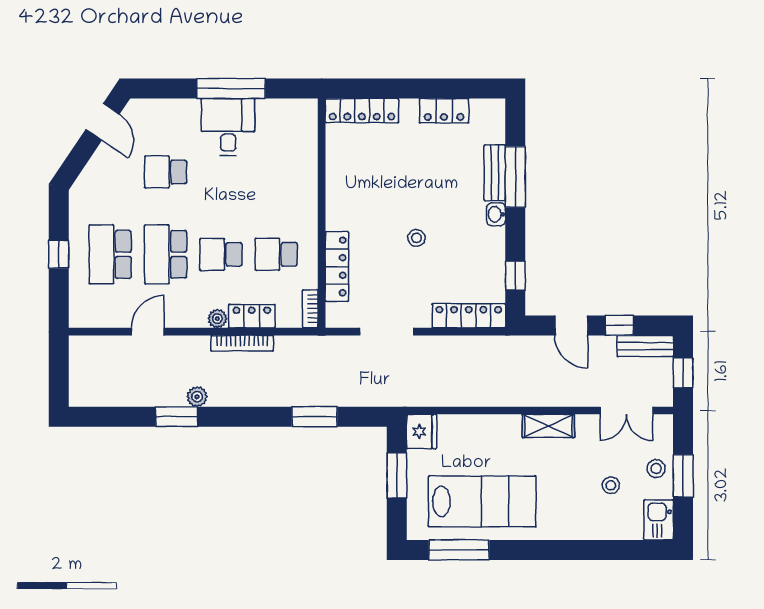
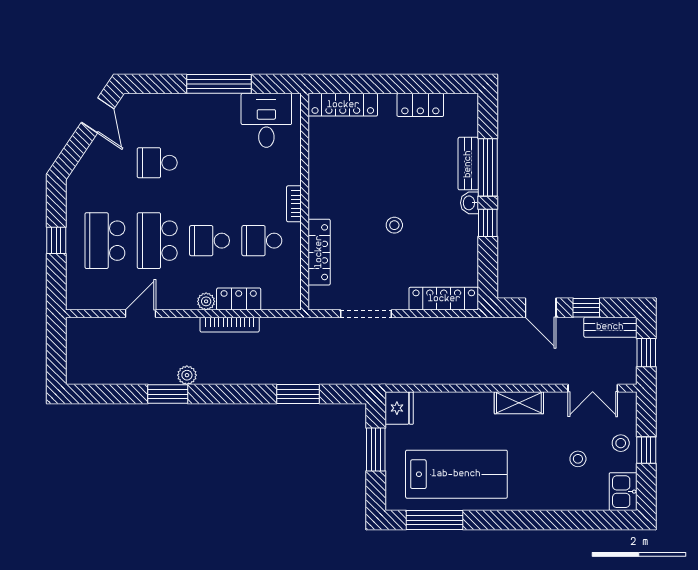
desk: (228, 127) -> (266, 120), moved
window: (515, 276) -> (488, 223), moved
bookcase: (310, 309) -> (294, 204), moved
window: (683, 476) -> (646, 450), width x0.67

